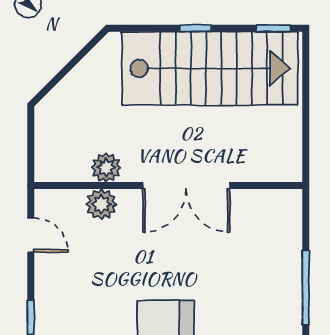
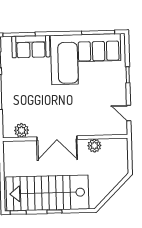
double door: (186, 185) -> (57, 138), swing flipped
plant: (102, 204) -> (22, 130), moved

